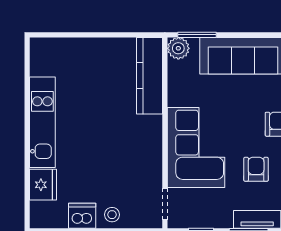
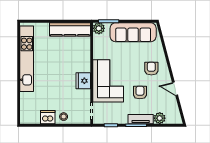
kitchen counter: (150, 76) -> (70, 29), moved, turned -90
kitchen unit: (42, 122) -> (27, 59), width x1.36
fridge: (43, 185) -> (83, 81), moved, turned 180

